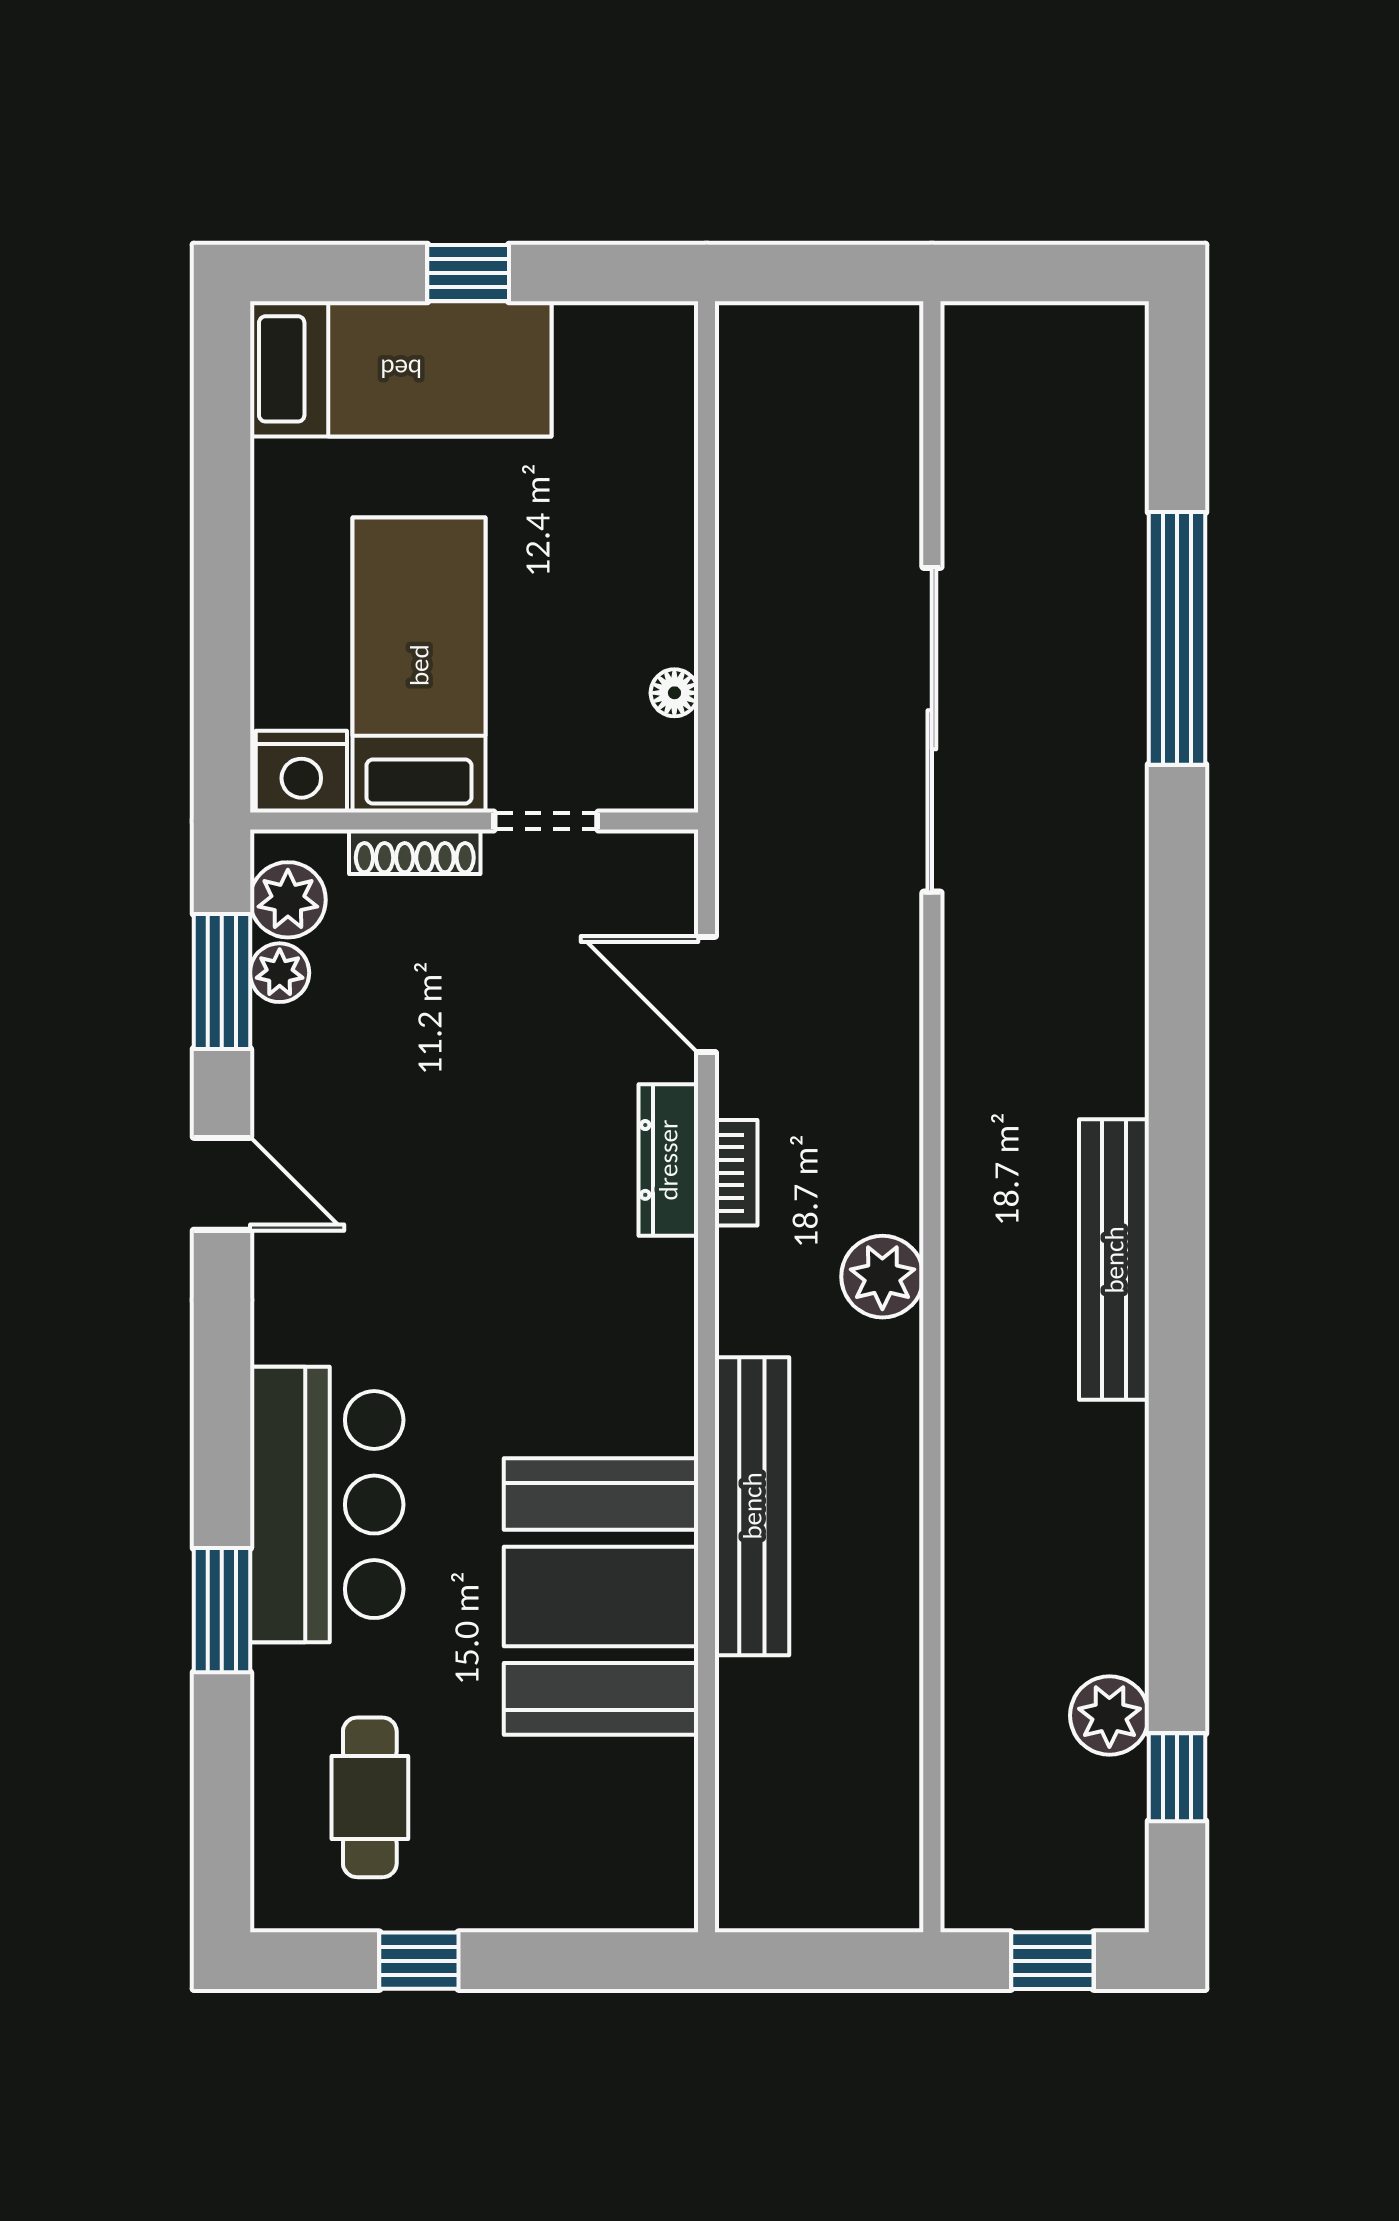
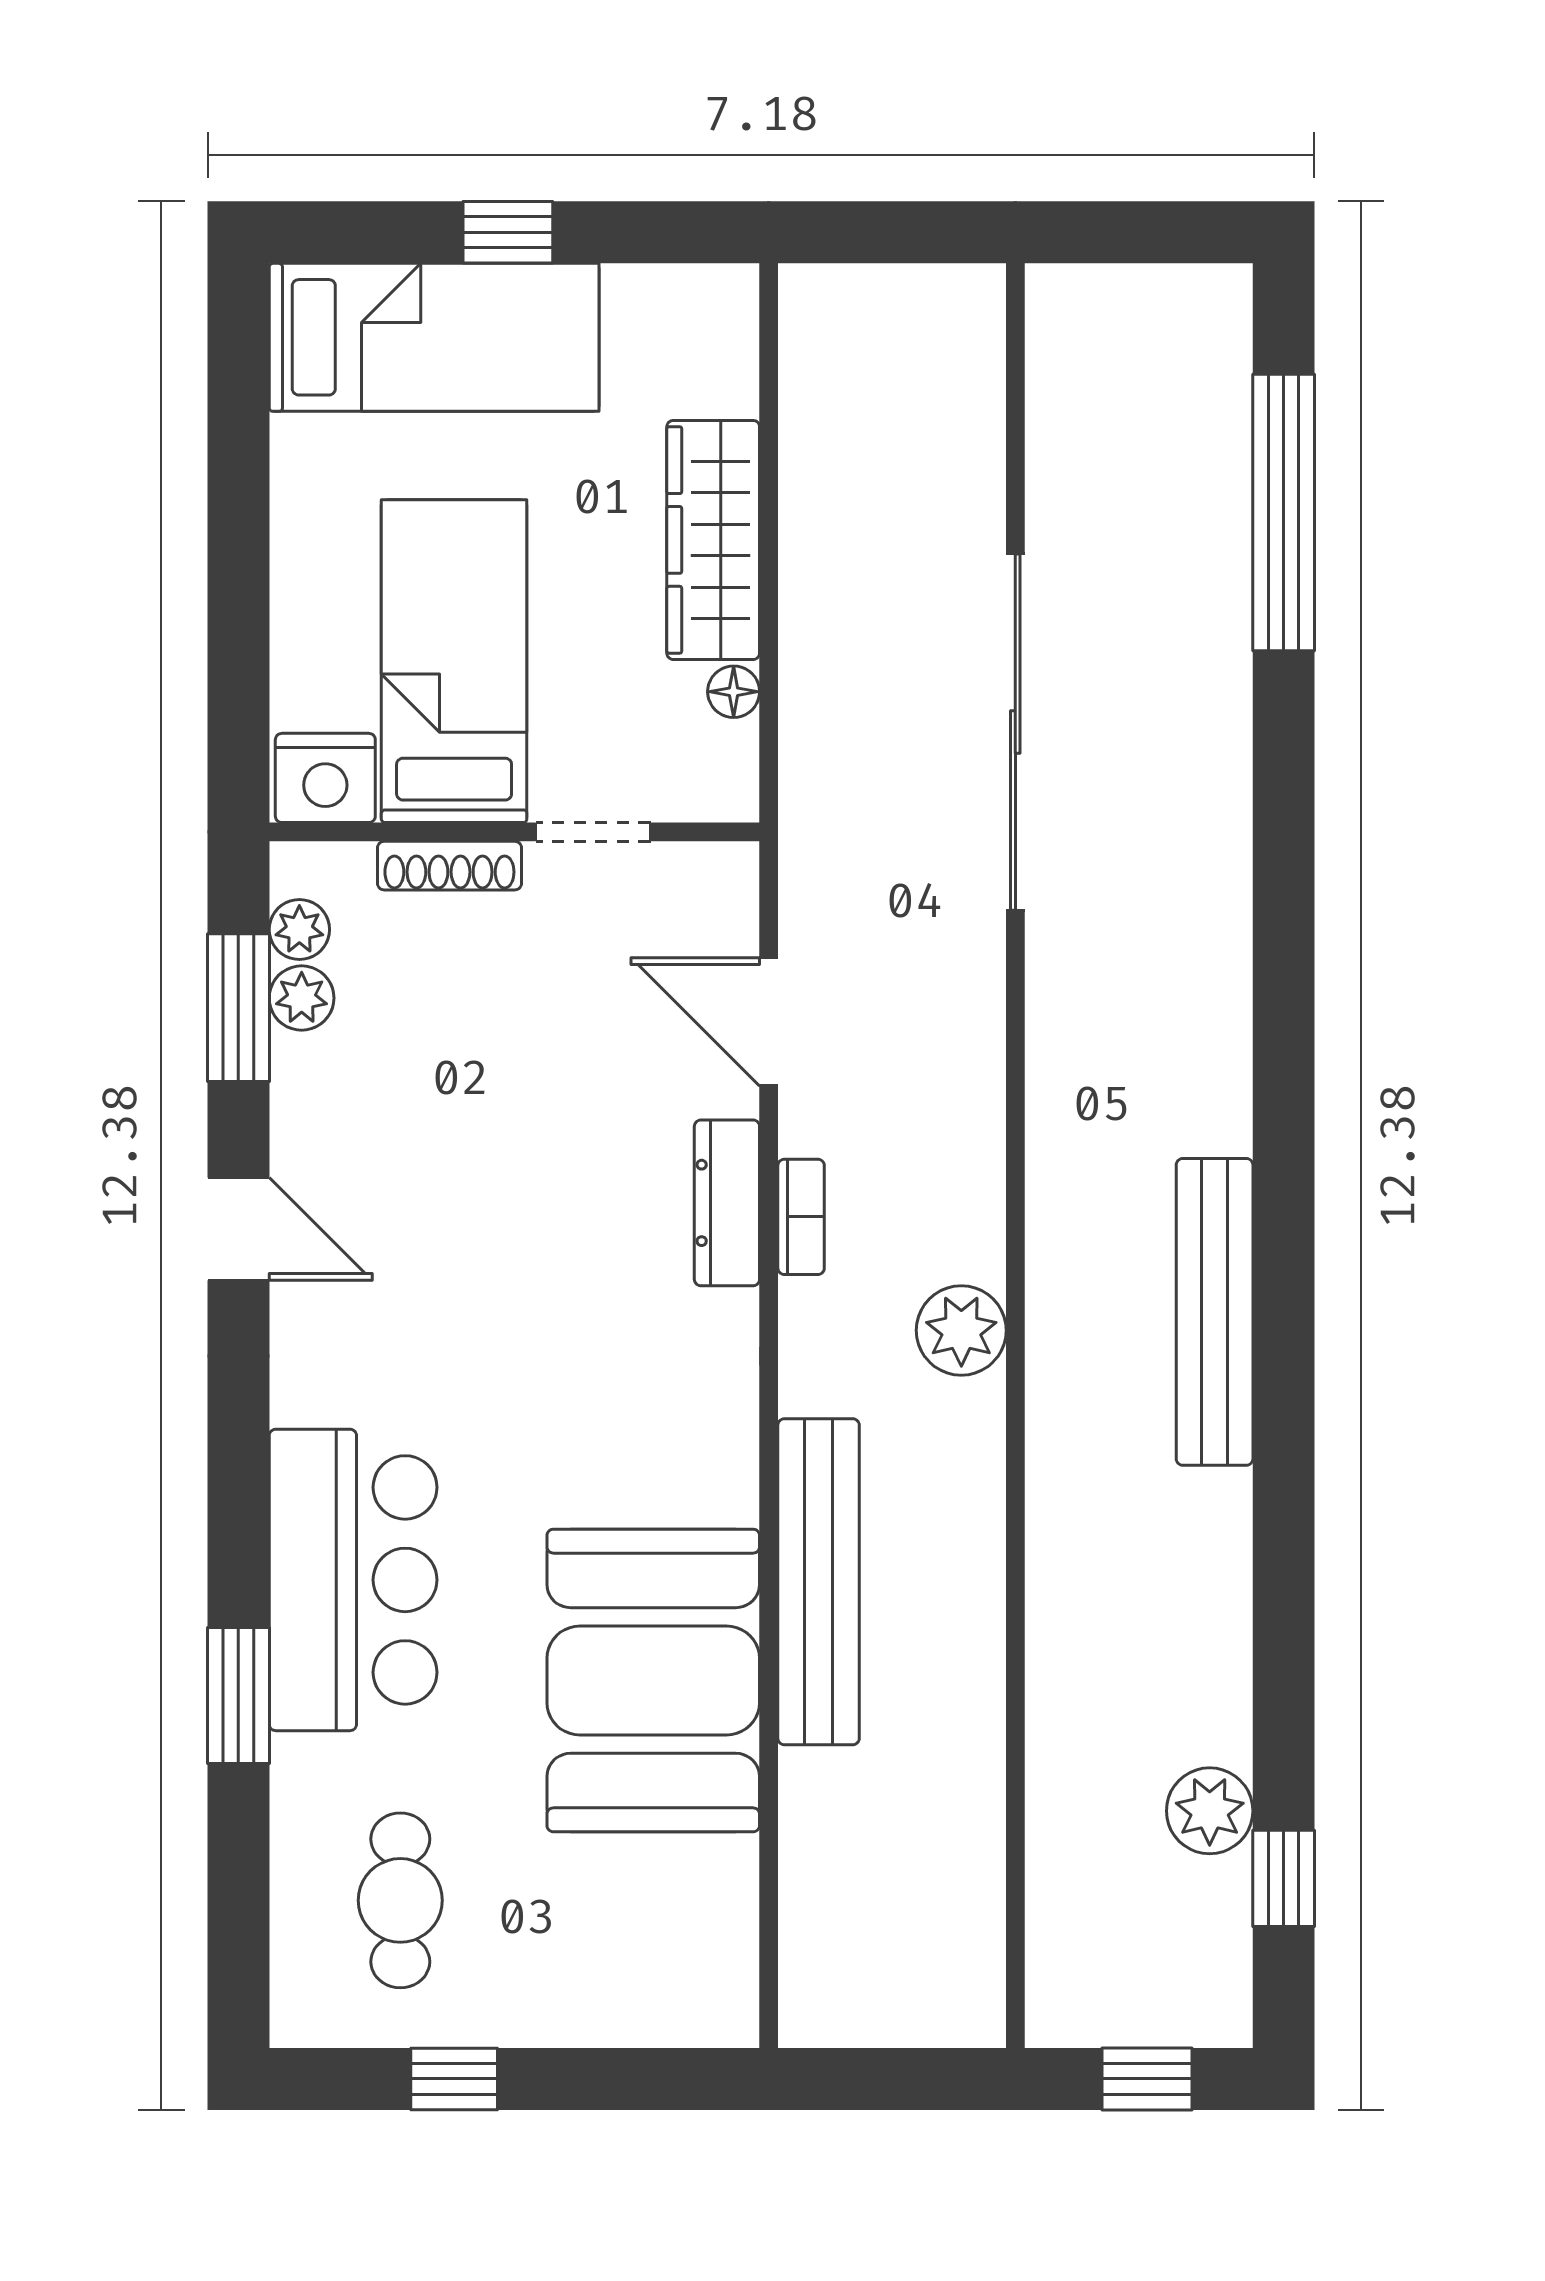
wardrobe: (656, 554) -> (713, 540), added
window: (1177, 638) -> (1284, 513), moved
plant: (288, 900) -> (299, 930), width x0.73, depth x0.73

